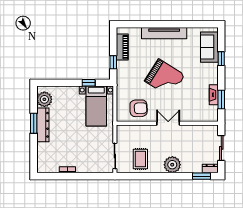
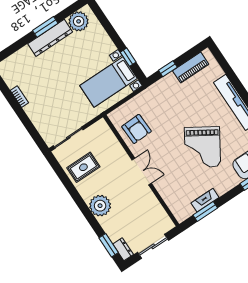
grand piano: (165, 78) -> (203, 147), moved

